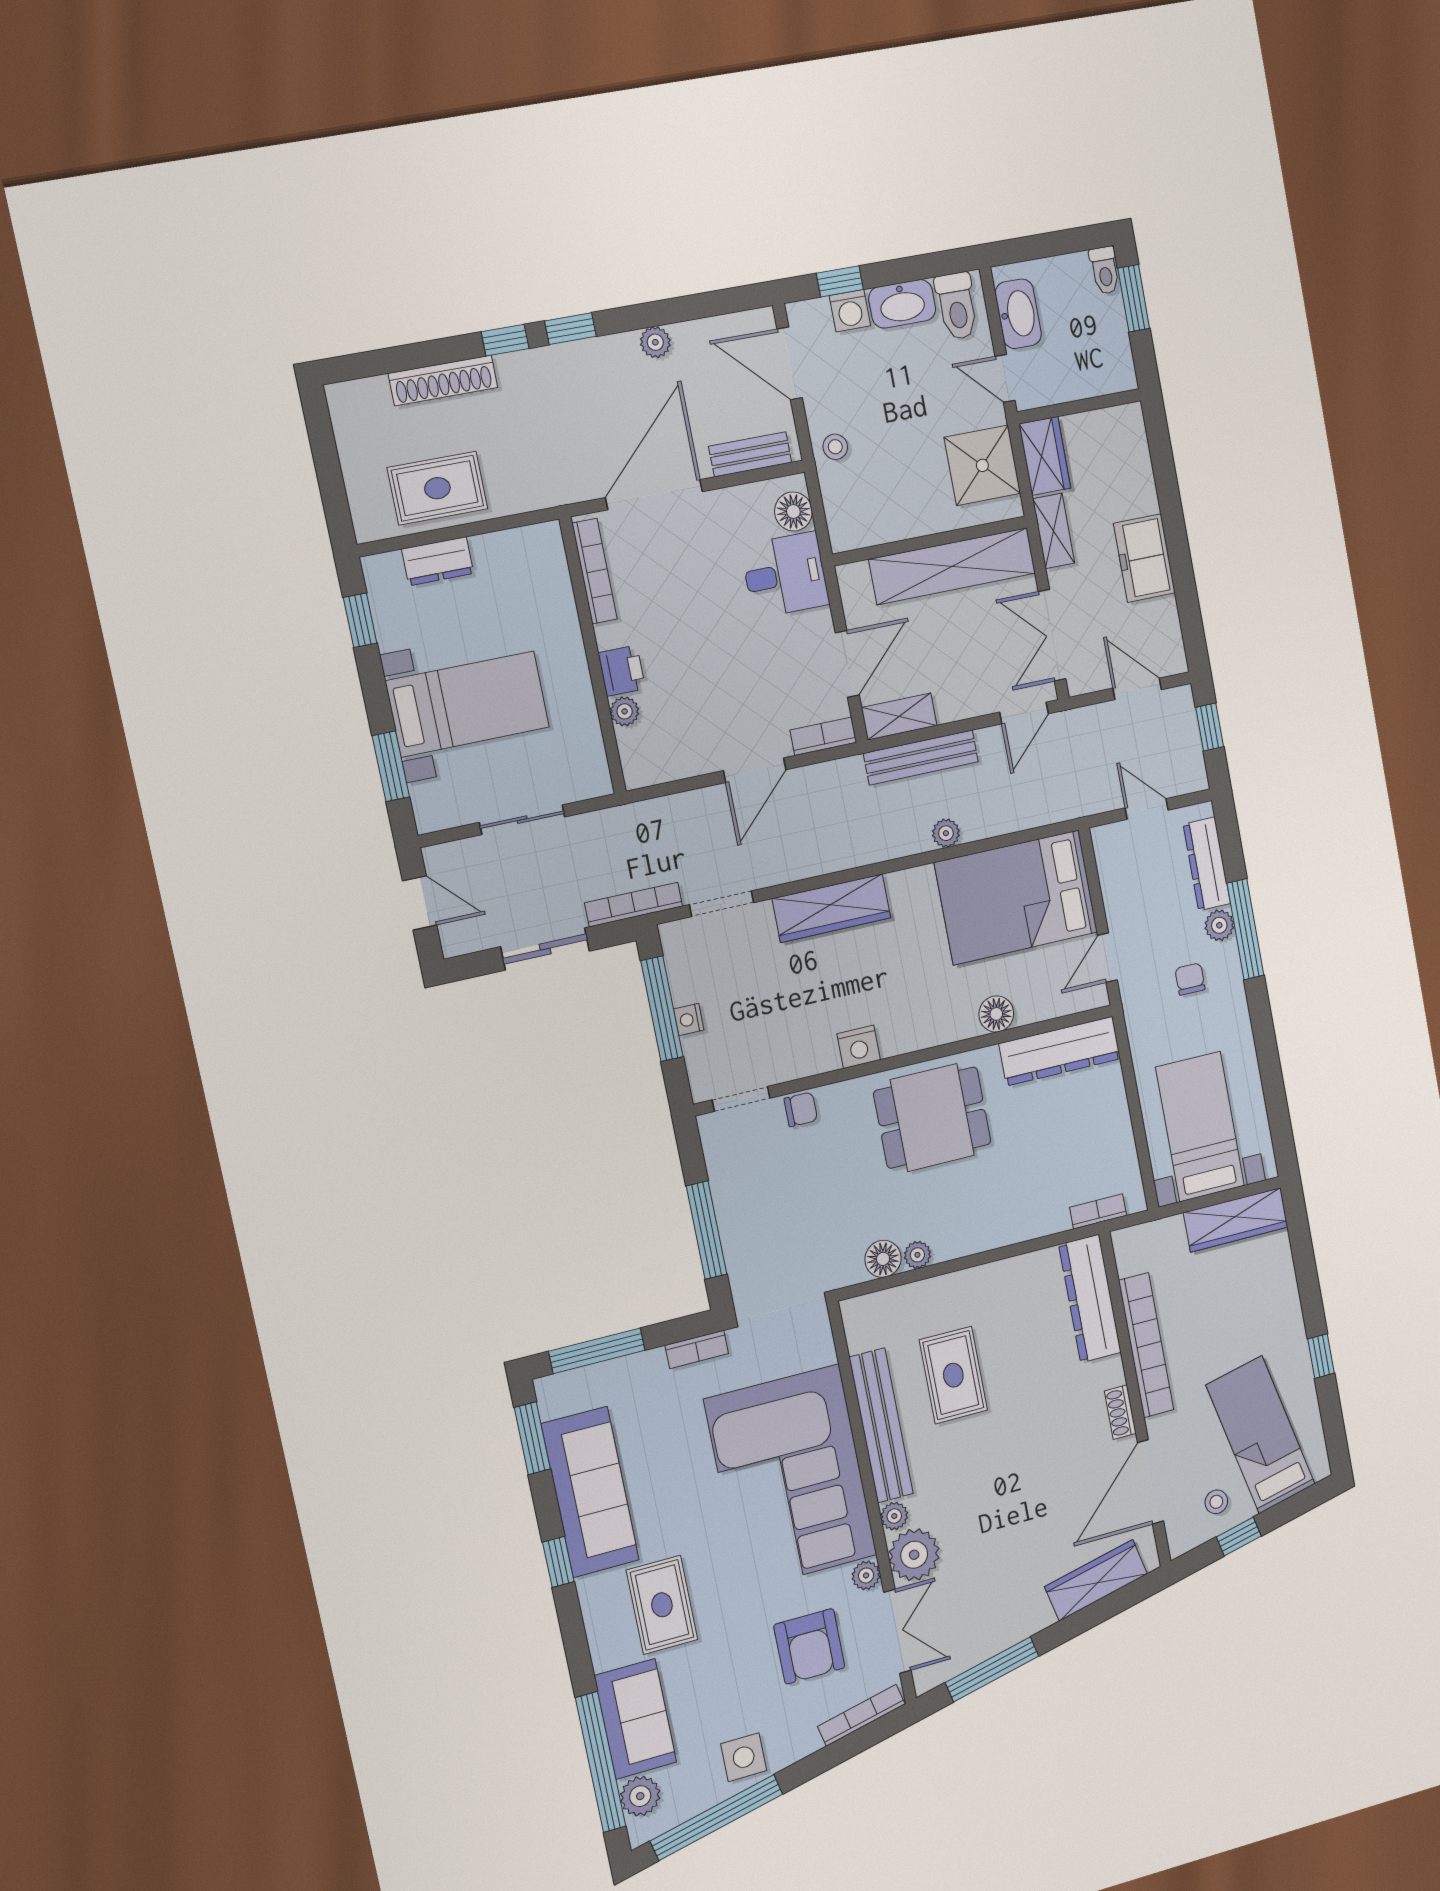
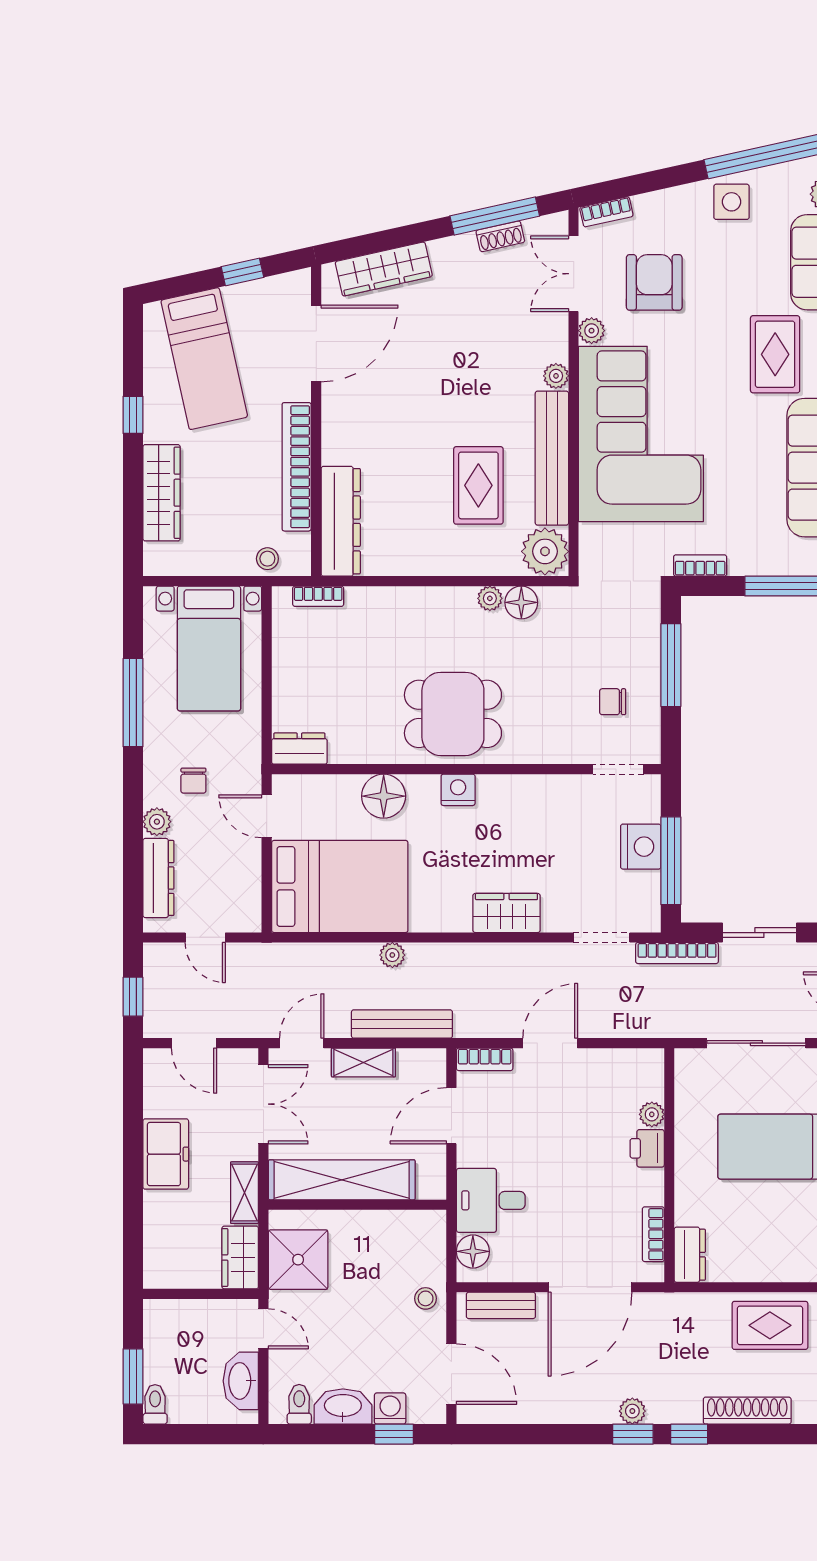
toilet: (957, 306) -> (299, 1404), width x0.73, depth x0.72
plant: (655, 342) -> (632, 1411), moved
dresser: (438, 561) -> (690, 1255), moved, turned 90
bookcase: (595, 571) -> (653, 1234), width x0.64
shelving: (899, 717) -> (363, 1062), moved
sliding door: (522, 820) -> (756, 1043), width x1.37
wardrobe: (832, 908) -> (506, 913), width x0.67
window: (1245, 929) -> (133, 703), moved
door: (1107, 958) -> (267, 816), swing flipped
floor lamp: (996, 1014) -> (384, 796), width x1.38, depth x1.38
nightstand: (689, 1019) -> (641, 847), width x1.89, depth x1.79
nightstand: (859, 1047) -> (458, 790), moved
dresser: (1060, 1051) -> (299, 749), width x0.51, depth x0.80
chair: (801, 1109) -> (613, 702), moved
wardrobe: (1236, 1220) -> (162, 493), moved, turned 90
shoe rack: (1120, 1412) -> (500, 236), moved, turned 78
stool: (1216, 1502) -> (267, 559), moved
plant: (914, 1555) -> (545, 551), moved
bookcase: (861, 1715) -> (606, 212), width x0.64

